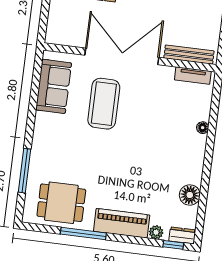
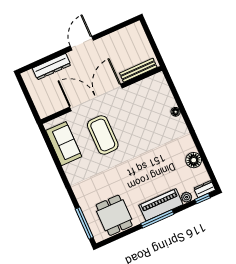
tv unit: (193, 75) -> (149, 82), removed
window: (25, 171) -> (84, 223), moved
dining table: (61, 203) -> (114, 215), turned 90
window: (83, 233) -> (157, 219), moved

